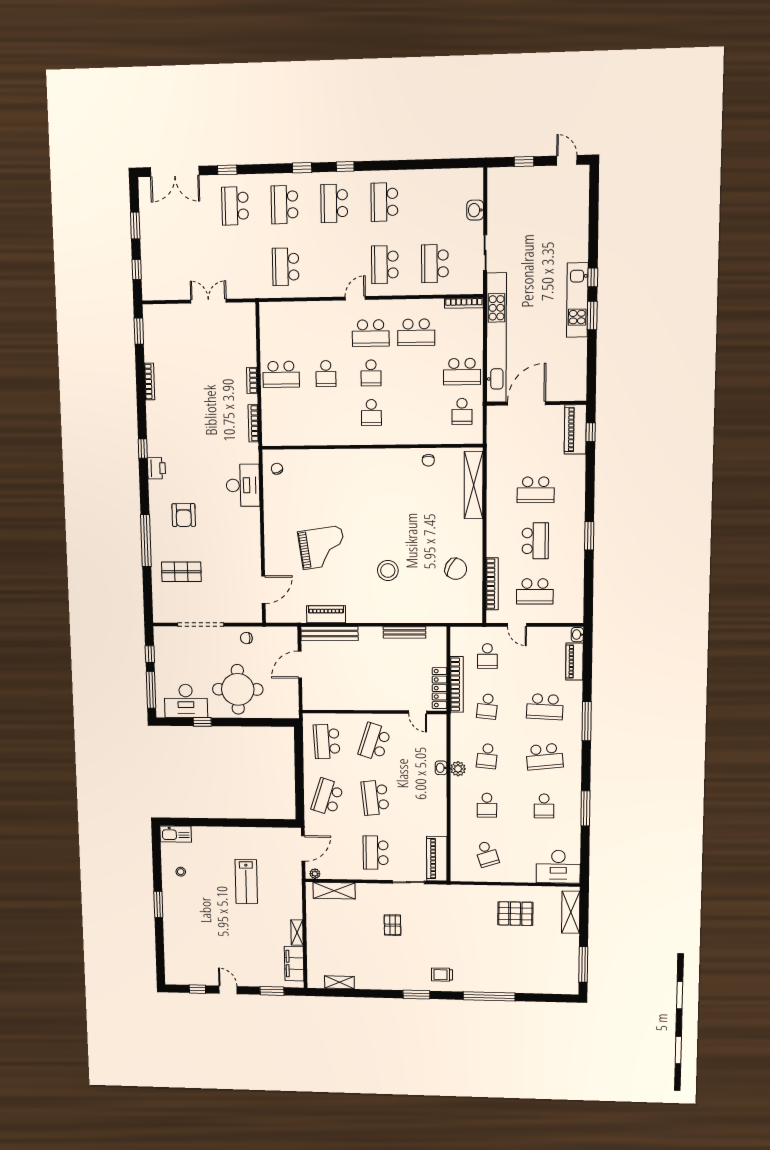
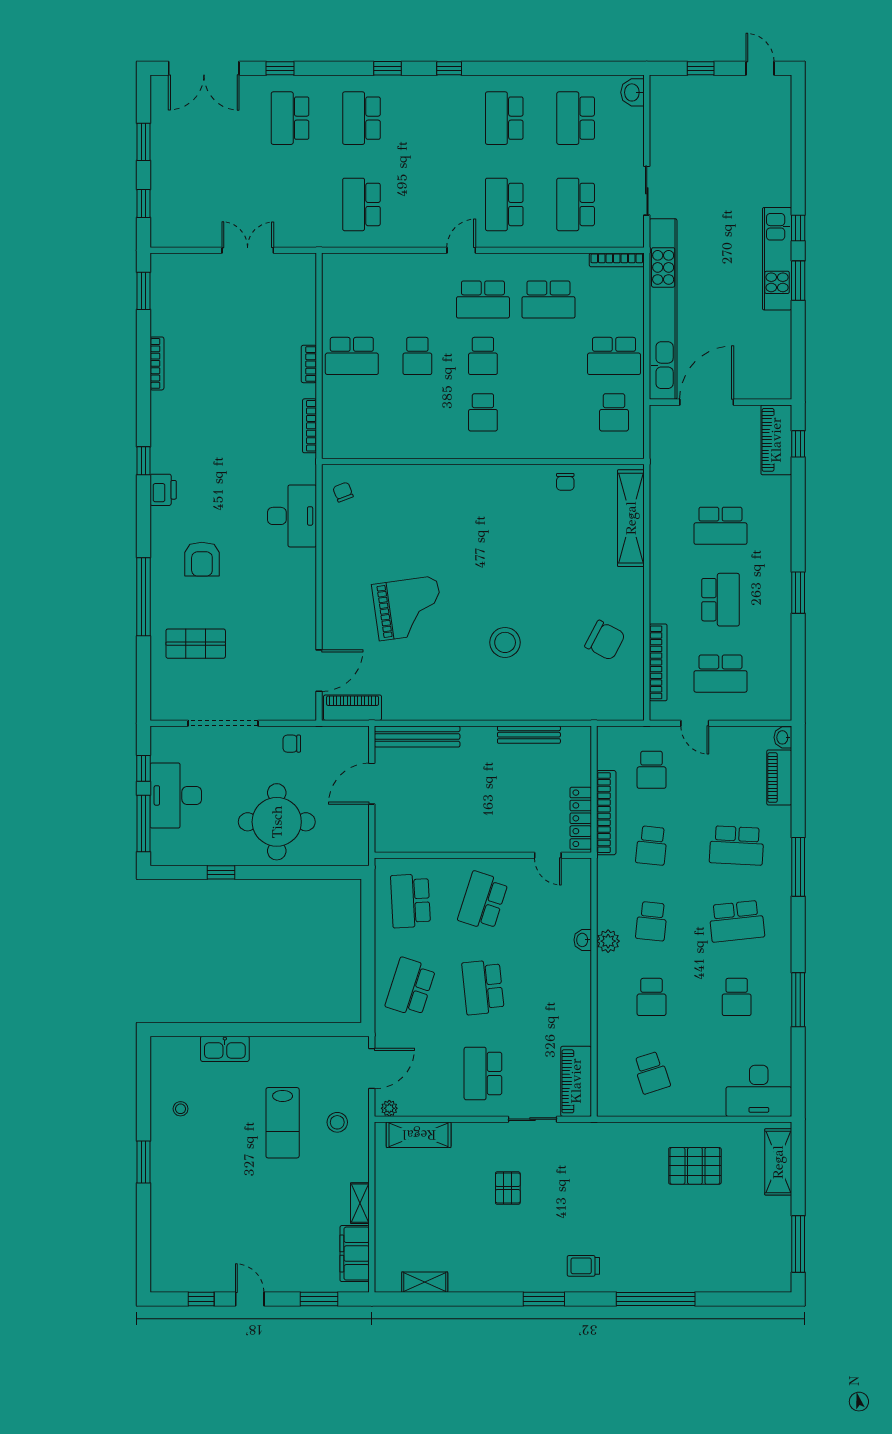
school desk: (334, 203) -> (576, 118), moved
washbasin: (475, 210) -> (633, 92), moved
piano: (326, 614) -> (353, 708), moved
desk: (186, 701) -> (176, 795), moved, turned 90
kitchen sink: (176, 834) -> (225, 1049), moved
stool: (281, 882) -> (337, 1122), added

